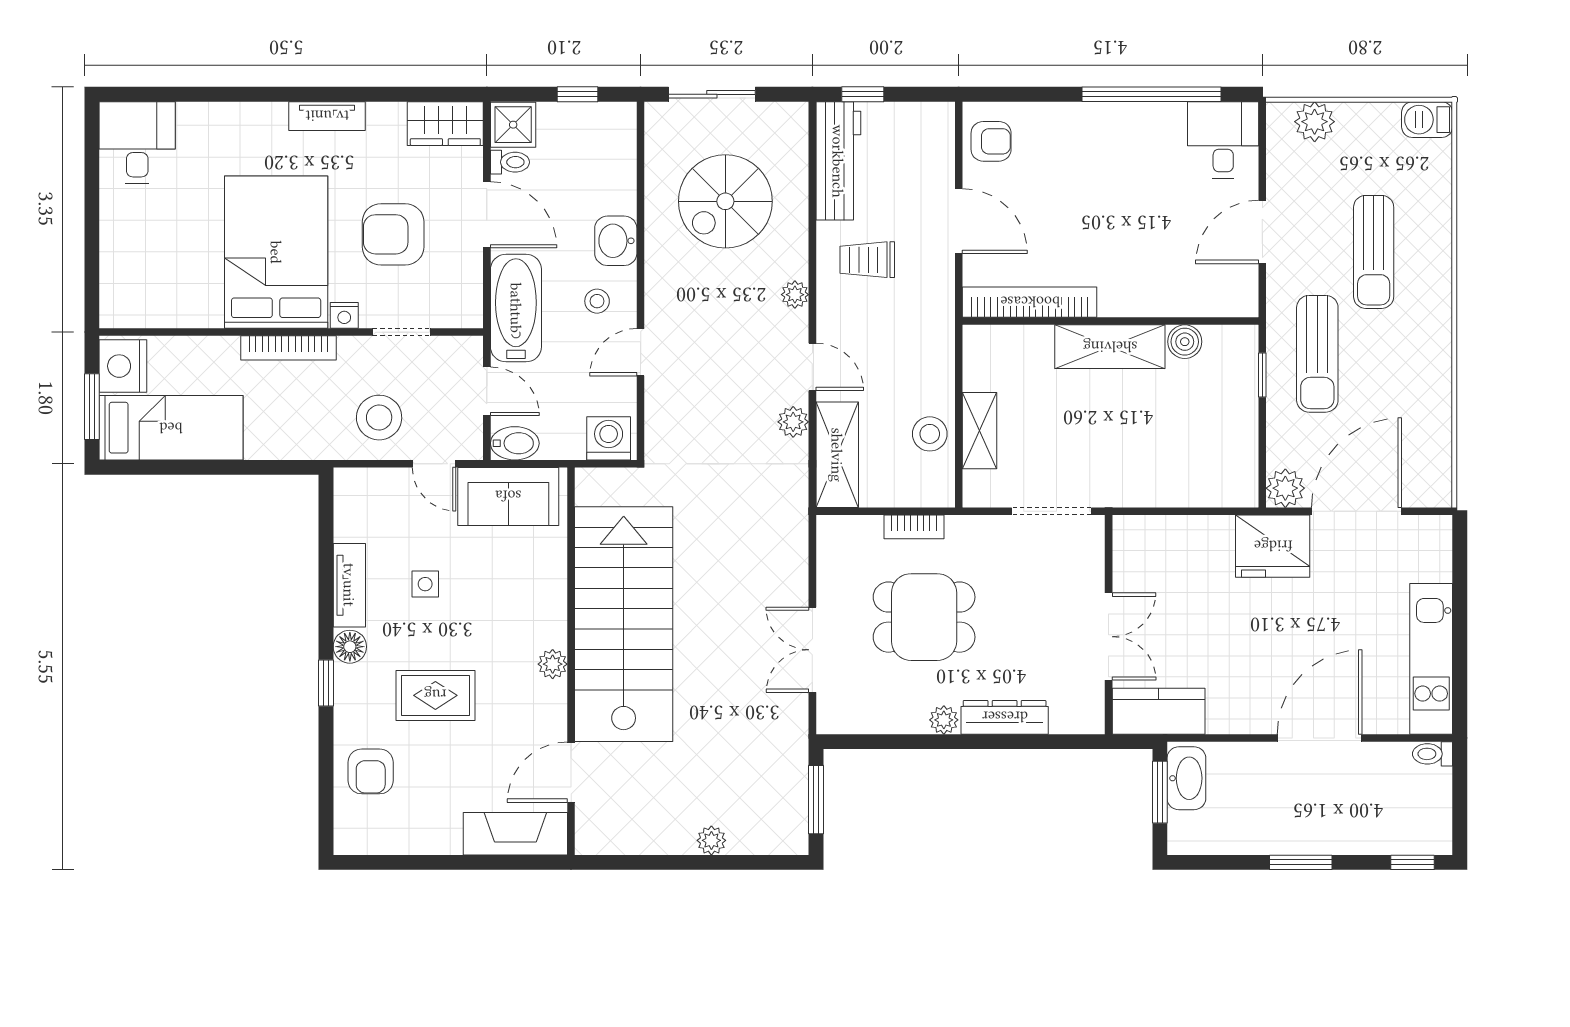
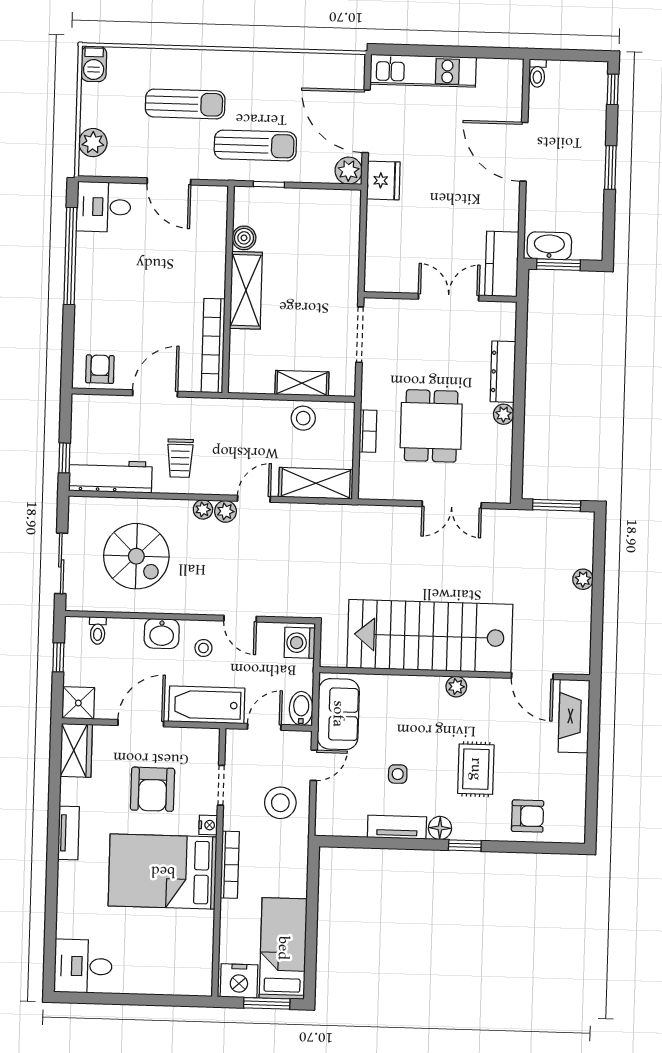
toilet: (510, 162) -> (98, 631), moved, turned 180
plant: (793, 422) -> (226, 511), moved
fridge: (1273, 546) -> (383, 180), width x0.73, depth x0.75
kitchen unit: (1431, 659) -> (423, 71), moved

